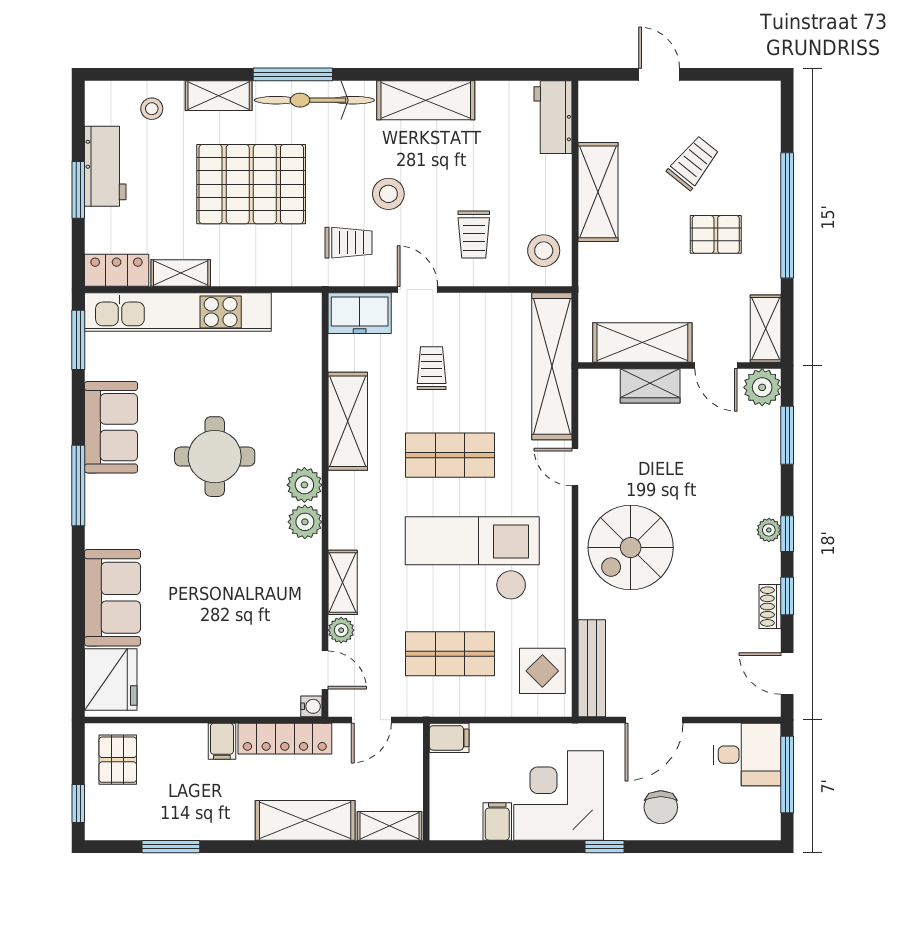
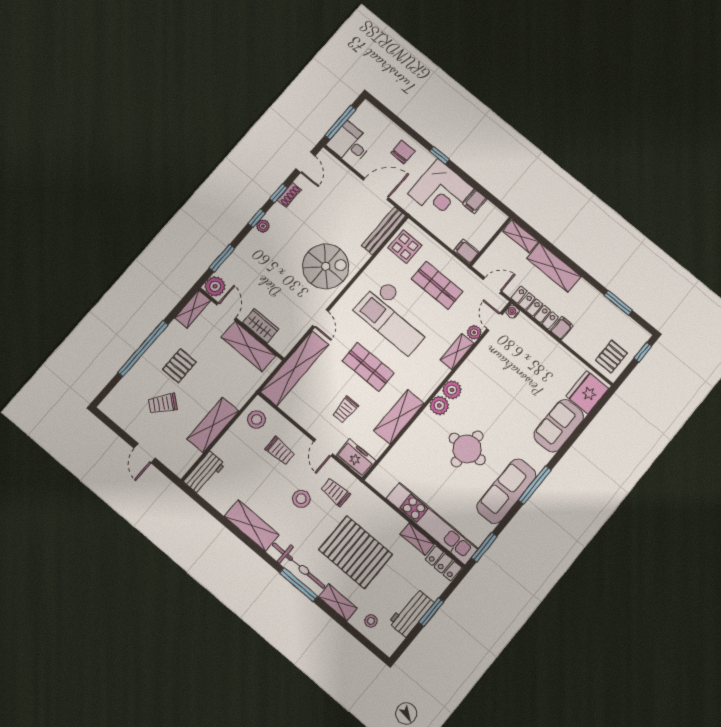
pallet: (716, 234) -> (179, 366), turned 90
trolley: (474, 235) -> (280, 451), turned 90
sofa: (111, 427) -> (506, 491), width x1.36

